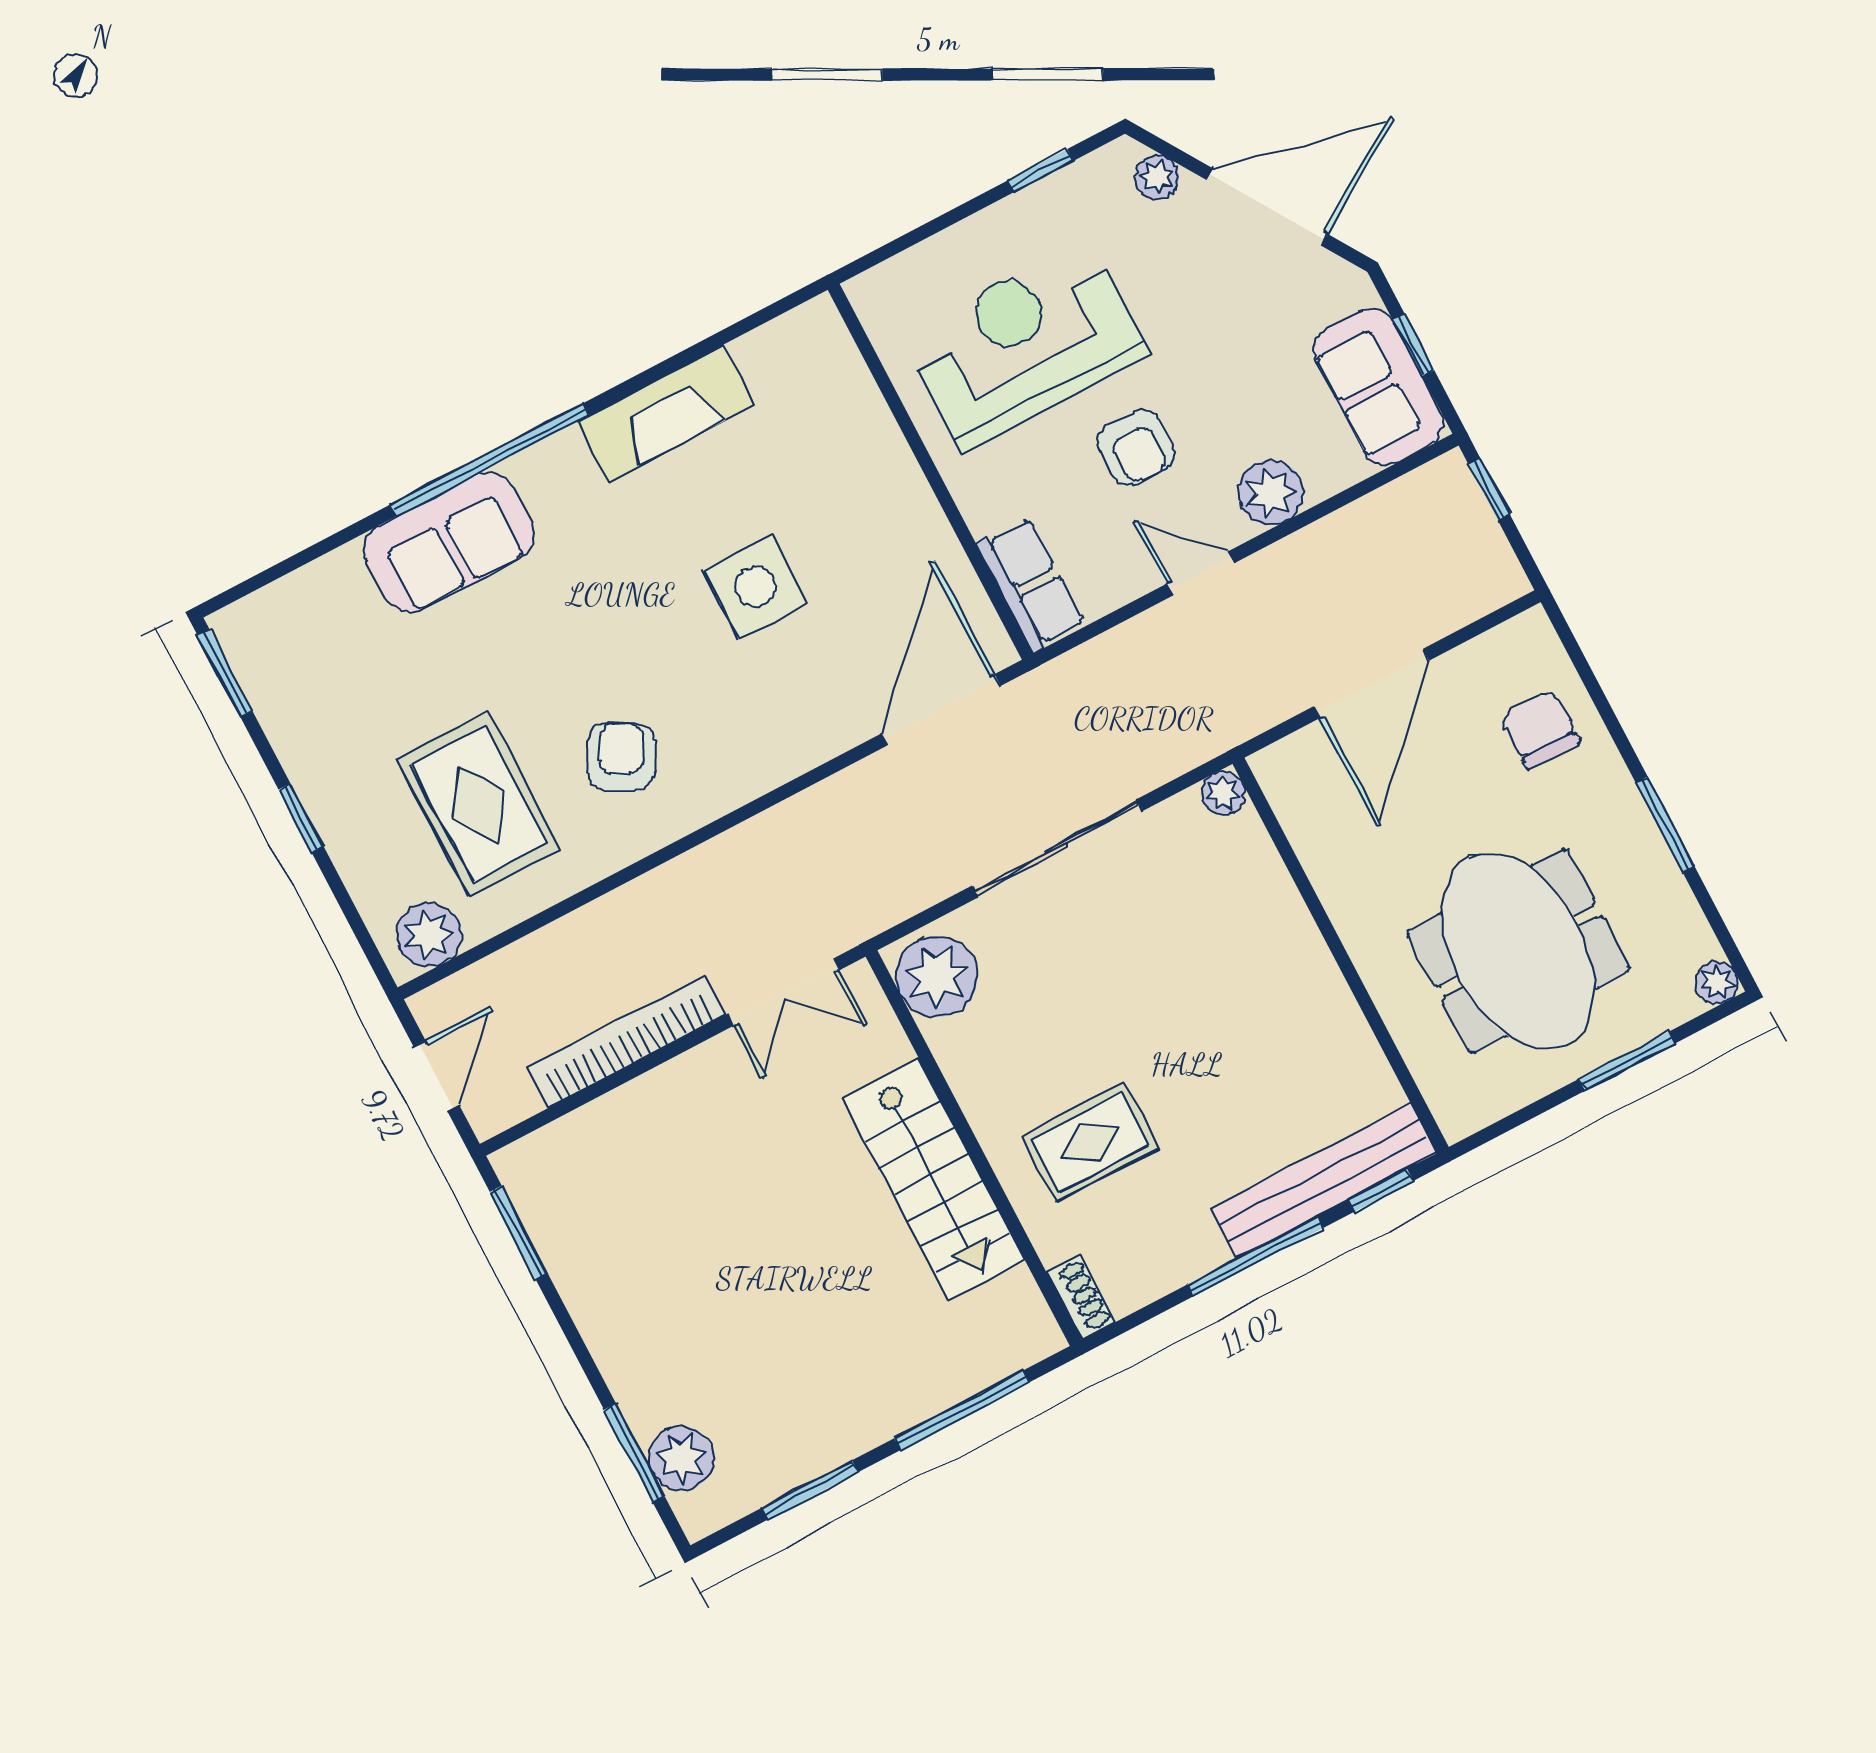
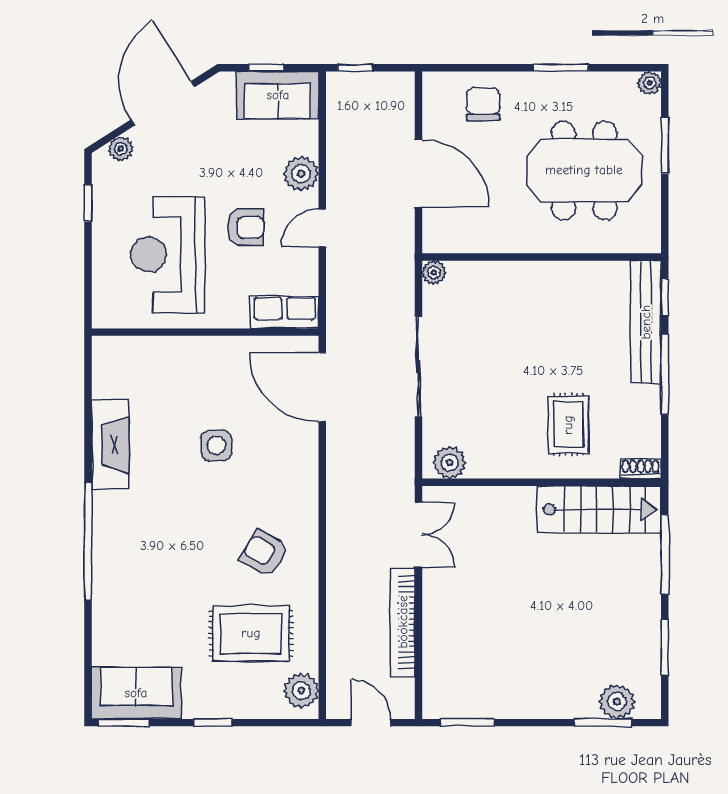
sofa: (449, 542) -> (136, 693), moved, turned -90
side table: (756, 587) -> (216, 446), width x0.73, depth x0.73
chair: (1540, 729) -> (483, 104), turned 90
plant: (937, 977) -> (450, 463), width x0.73, depth x0.73
stairs: (934, 1179) -> (599, 509), moved

